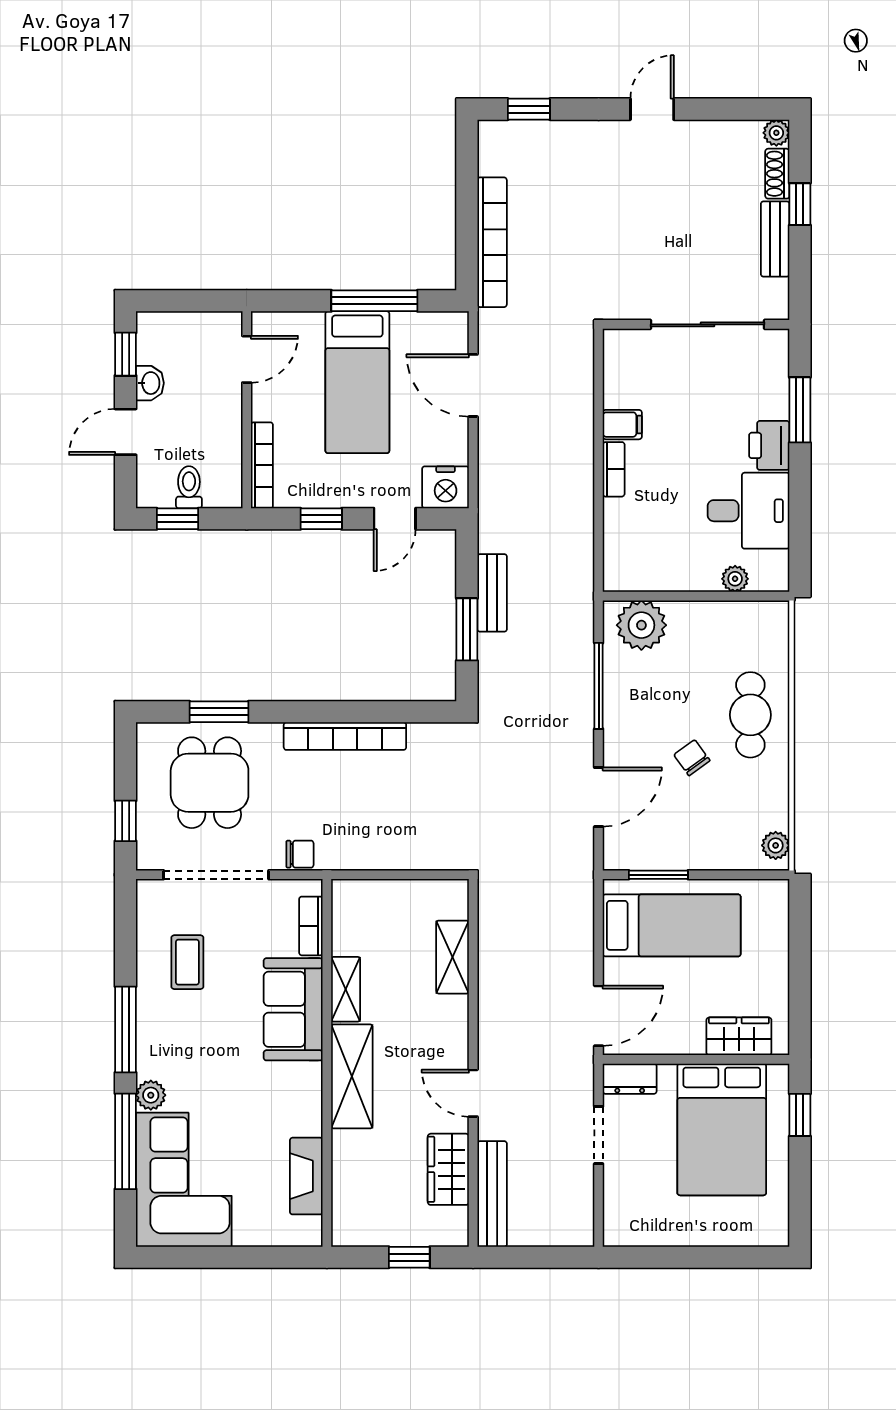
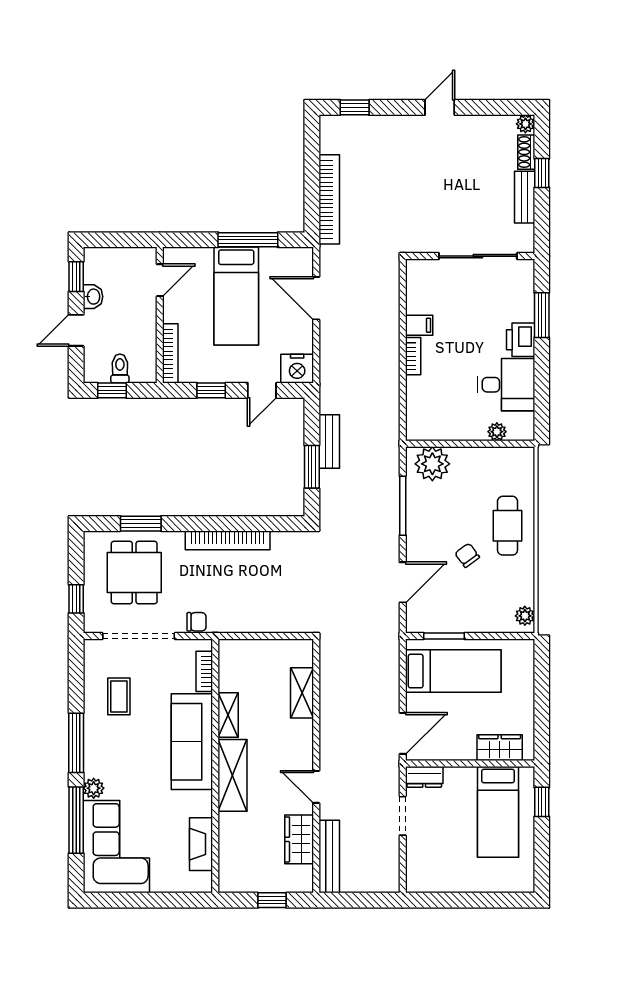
sofa: (293, 1009) -> (192, 742), width x1.36
bed: (722, 1129) -> (498, 812), width x0.67

